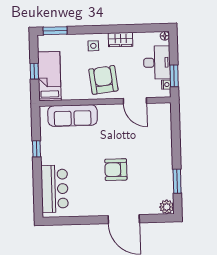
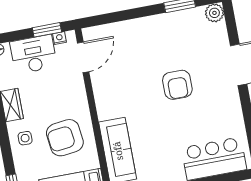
armchair: (103, 80) -> (65, 138), moved
door: (135, 101) -> (83, 57), moved

